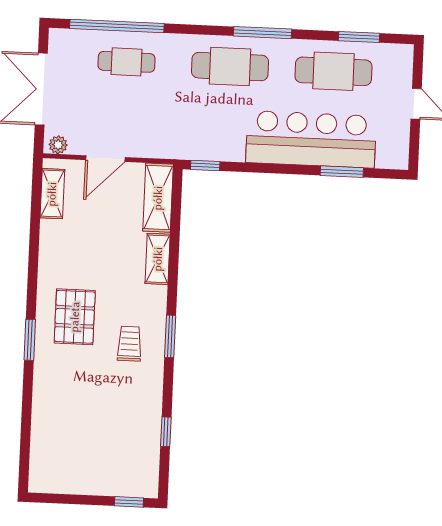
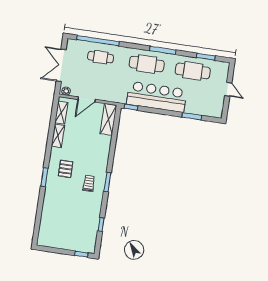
bar counter: (311, 139) -> (157, 97), moved
shelving: (158, 259) -> (58, 136), moved
pallet: (75, 317) -> (66, 169), width x0.67, depth x0.71

